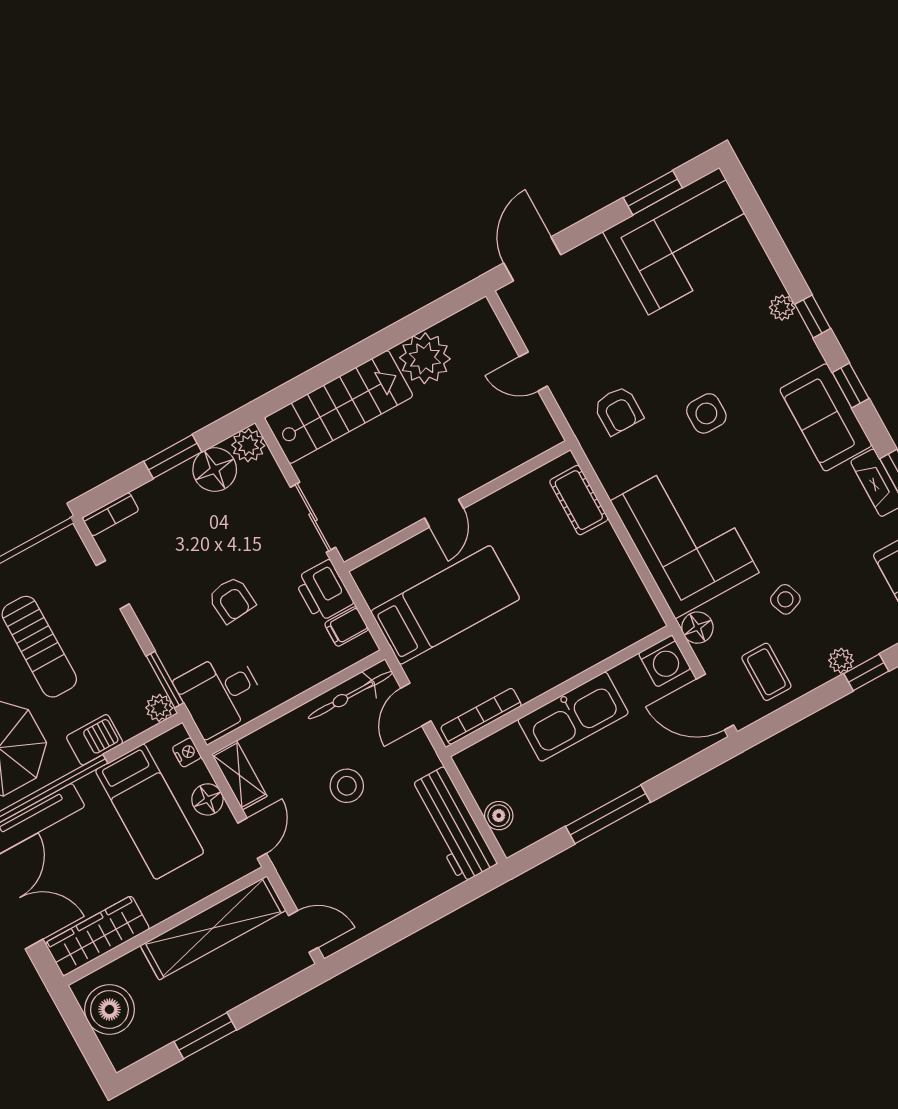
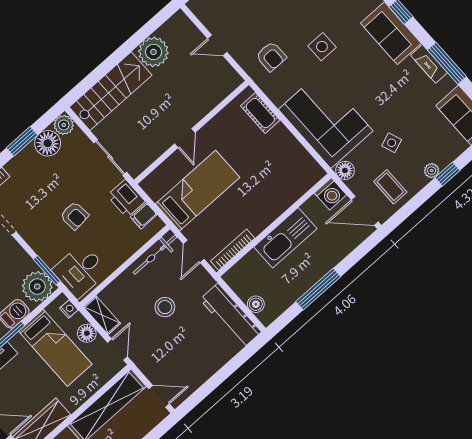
plant: (159, 708) -> (37, 286), width x1.87, depth x1.87

